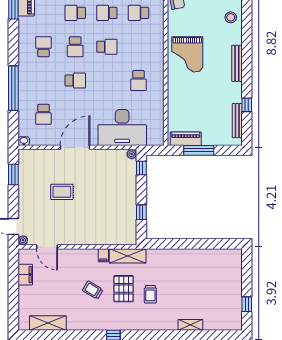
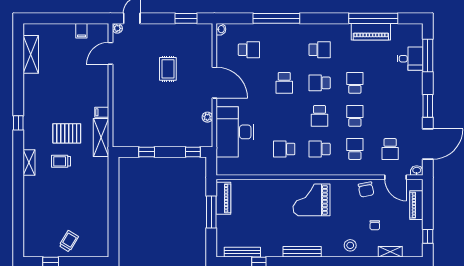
school desk: (139, 47) -> (320, 149), added
school desk: (44, 114) -> (249, 50), turned 180
plant: (132, 154) -> (207, 117), moved
filing cabinet: (25, 275) -> (81, 31), width x0.50
trolley: (93, 290) -> (69, 241), moved
shelving: (190, 325) -> (29, 162), moved

